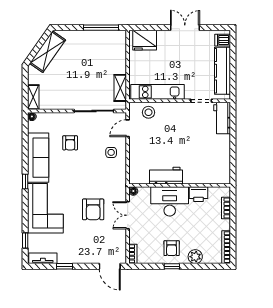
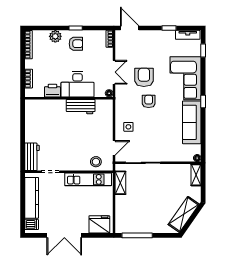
double door: (185, 28) -> (64, 235), width x1.37
armchair: (70, 143) -> (149, 101), moved
armchair: (172, 248) -> (76, 44), turned 90

